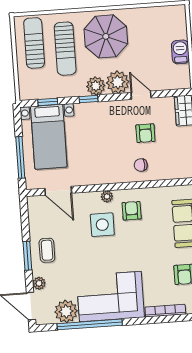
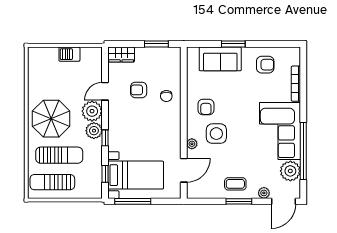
armchair: (145, 133) -> (139, 90), turned 180
window: (20, 157) -> (133, 201), moved
plant: (107, 197) -> (192, 144), moved
armchair: (132, 211) -> (206, 107), turned -90

